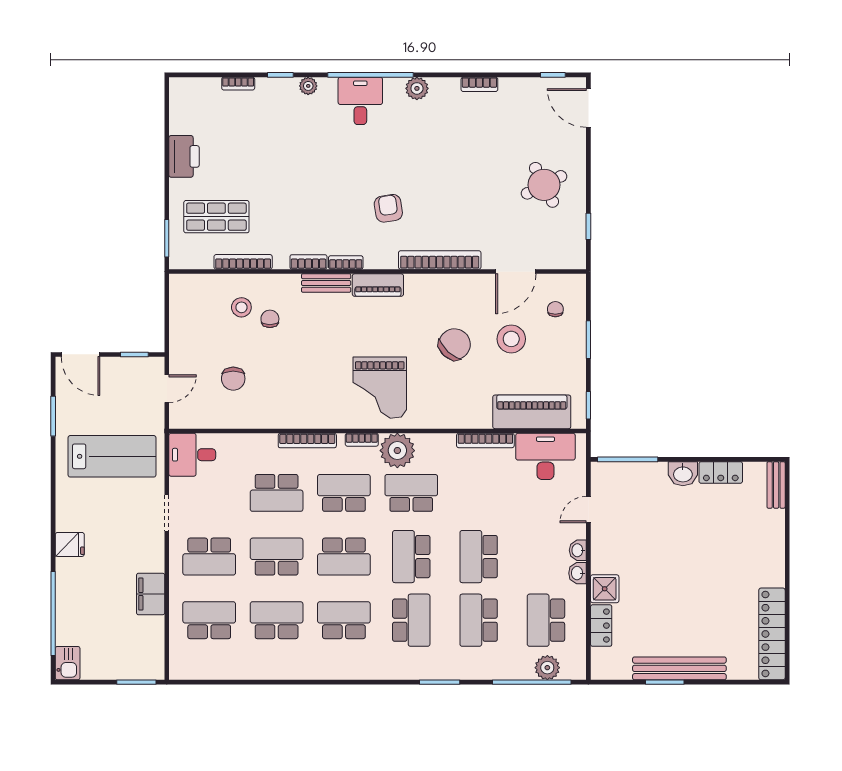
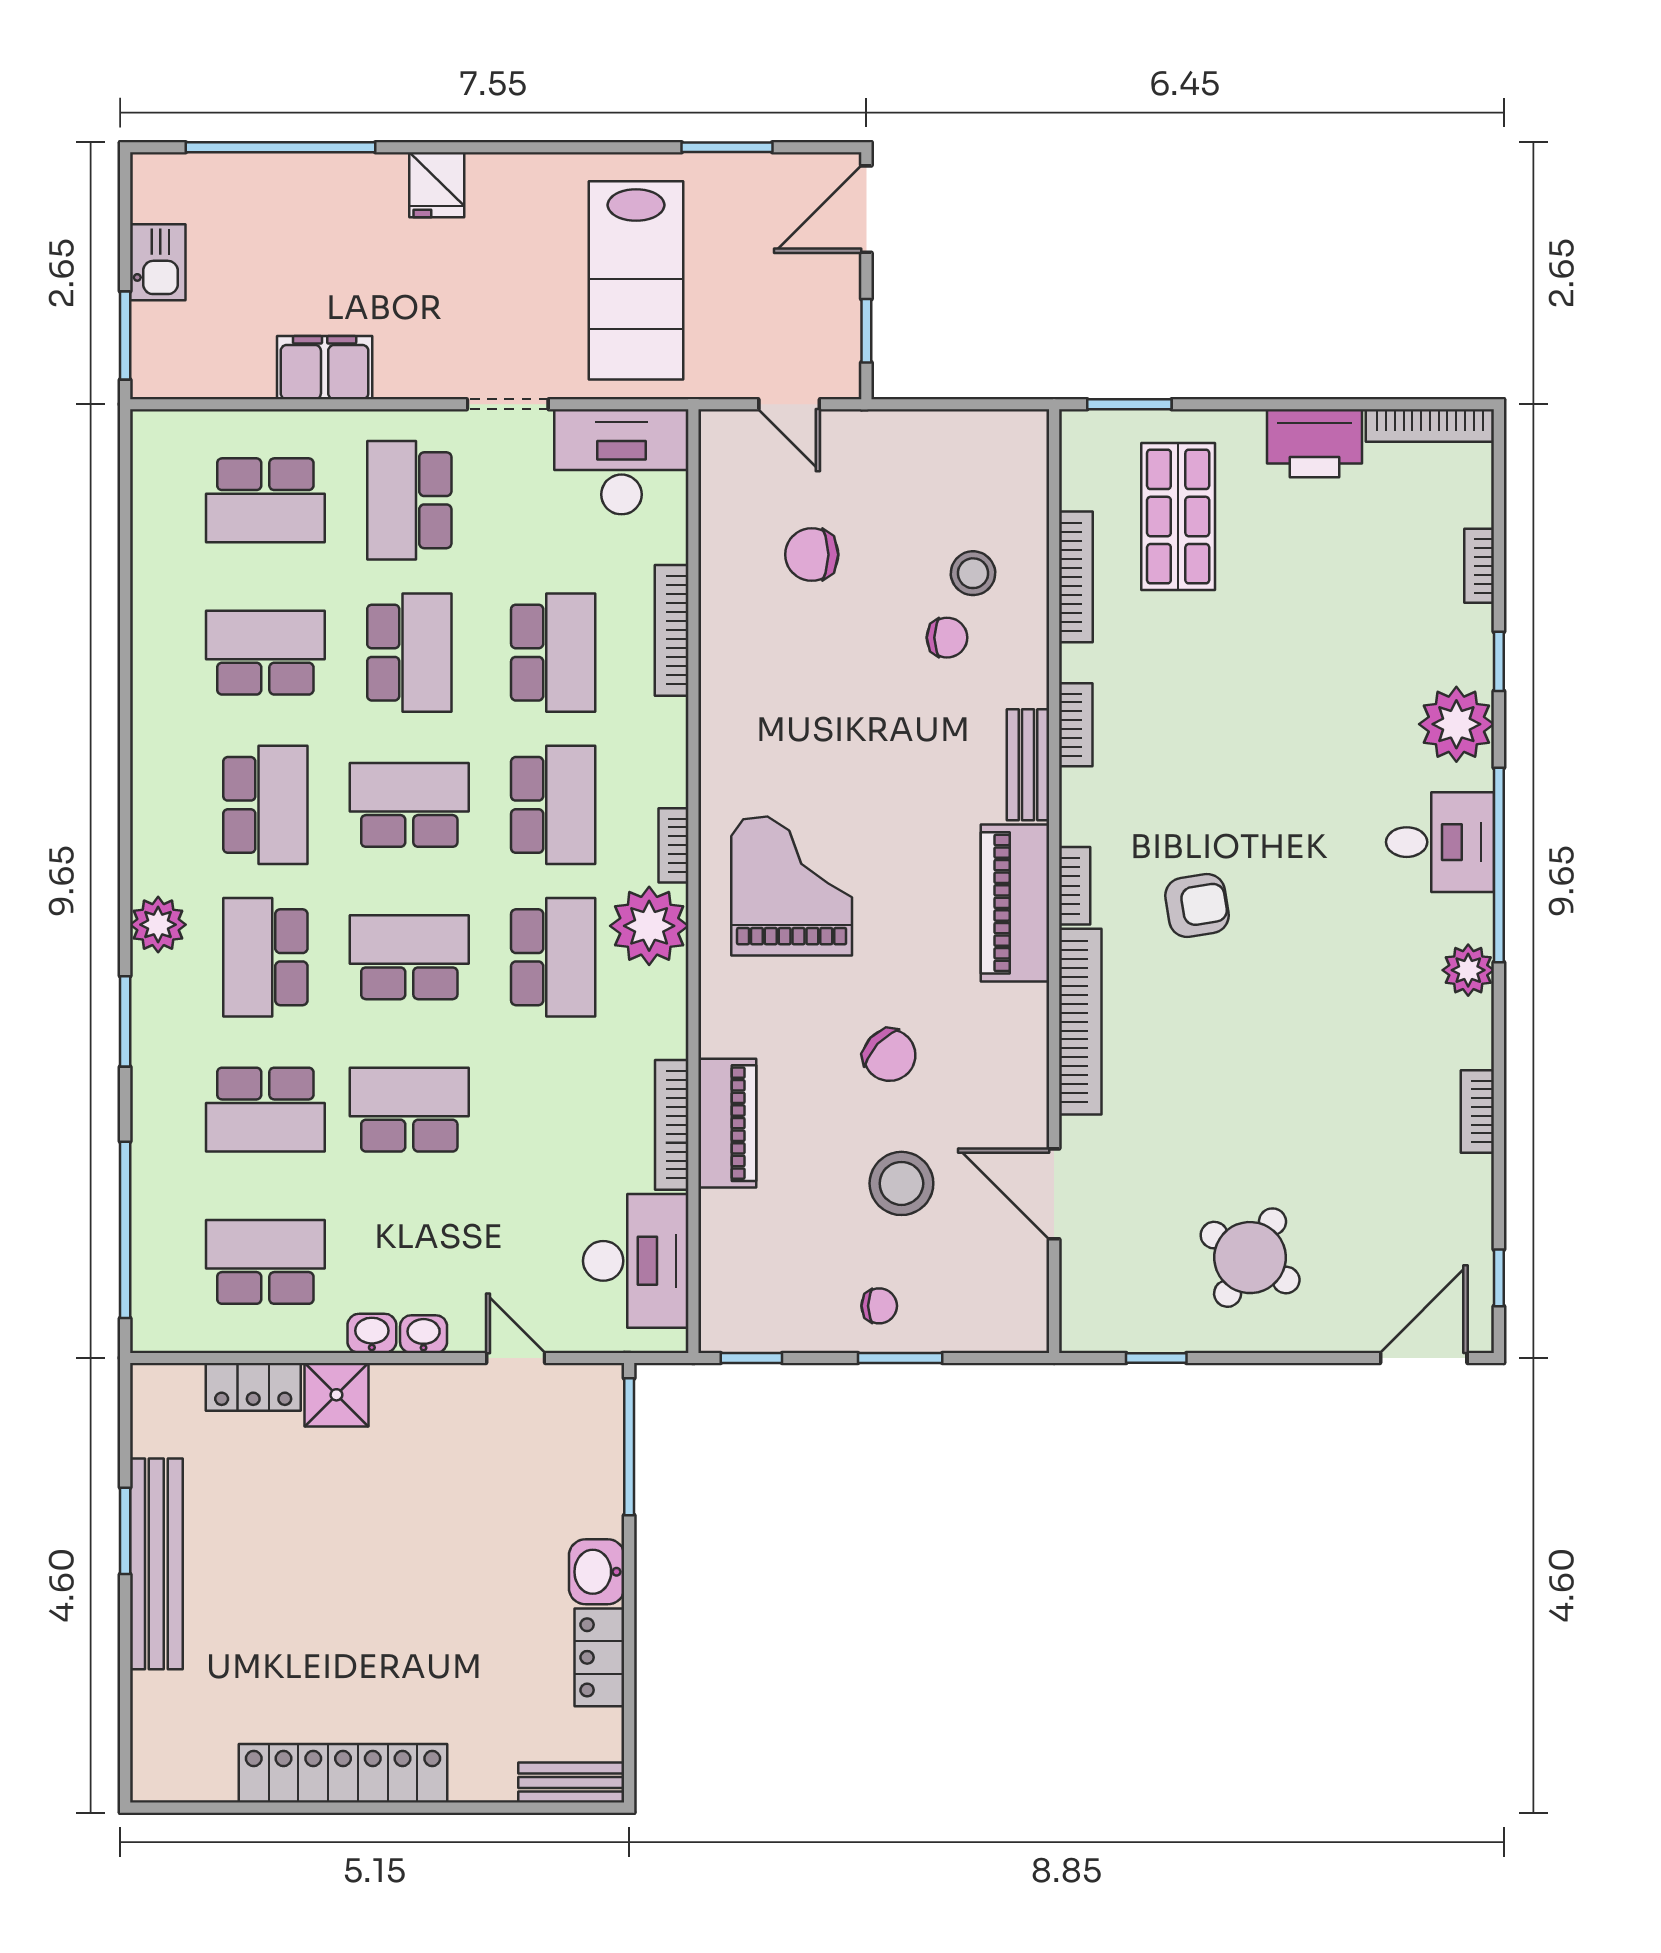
plant: (308, 86) -> (1456, 724), width x1.88, depth x1.88
bookcase: (176, 105) -> (1430, 426), added
round table: (544, 185) -> (1250, 1258), turned -31
bookcase: (346, 262) -> (1075, 886), moved
piano: (378, 285) -> (1015, 903), width x1.37, depth x1.33
chair: (555, 309) -> (879, 1306), moved
chair: (455, 344) -> (889, 1055), width x0.73, depth x0.73
grand piano: (380, 388) -> (792, 886), turned 90
piano: (532, 412) -> (727, 1123), moved, width x0.73, depth x0.75
bookcase: (307, 441) -> (672, 630), moved
desk: (192, 455) -> (621, 462), width x1.37
school desk: (277, 493) -> (553, 653), turned 180
school desk: (344, 557) -> (409, 805), turned 90
school desk: (209, 620) -> (265, 500), turned 90
school desk: (277, 620) -> (265, 653), turned -90
school desk: (411, 620) -> (265, 957), turned 90
school desk: (479, 620) -> (265, 1110), turned 180
locker: (772, 634) -> (343, 1773), moved
kitchen sink: (68, 663) -> (158, 262), moved, turned -90
plant: (547, 668) -> (158, 925), moved

